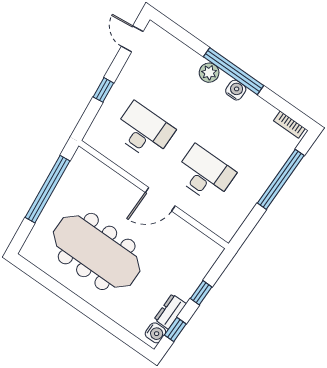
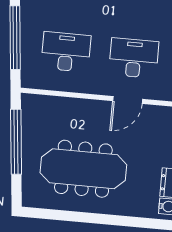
window: (103, 90) -> (15, 38), width x3.17
door: (160, 199) -> (128, 100), moved

